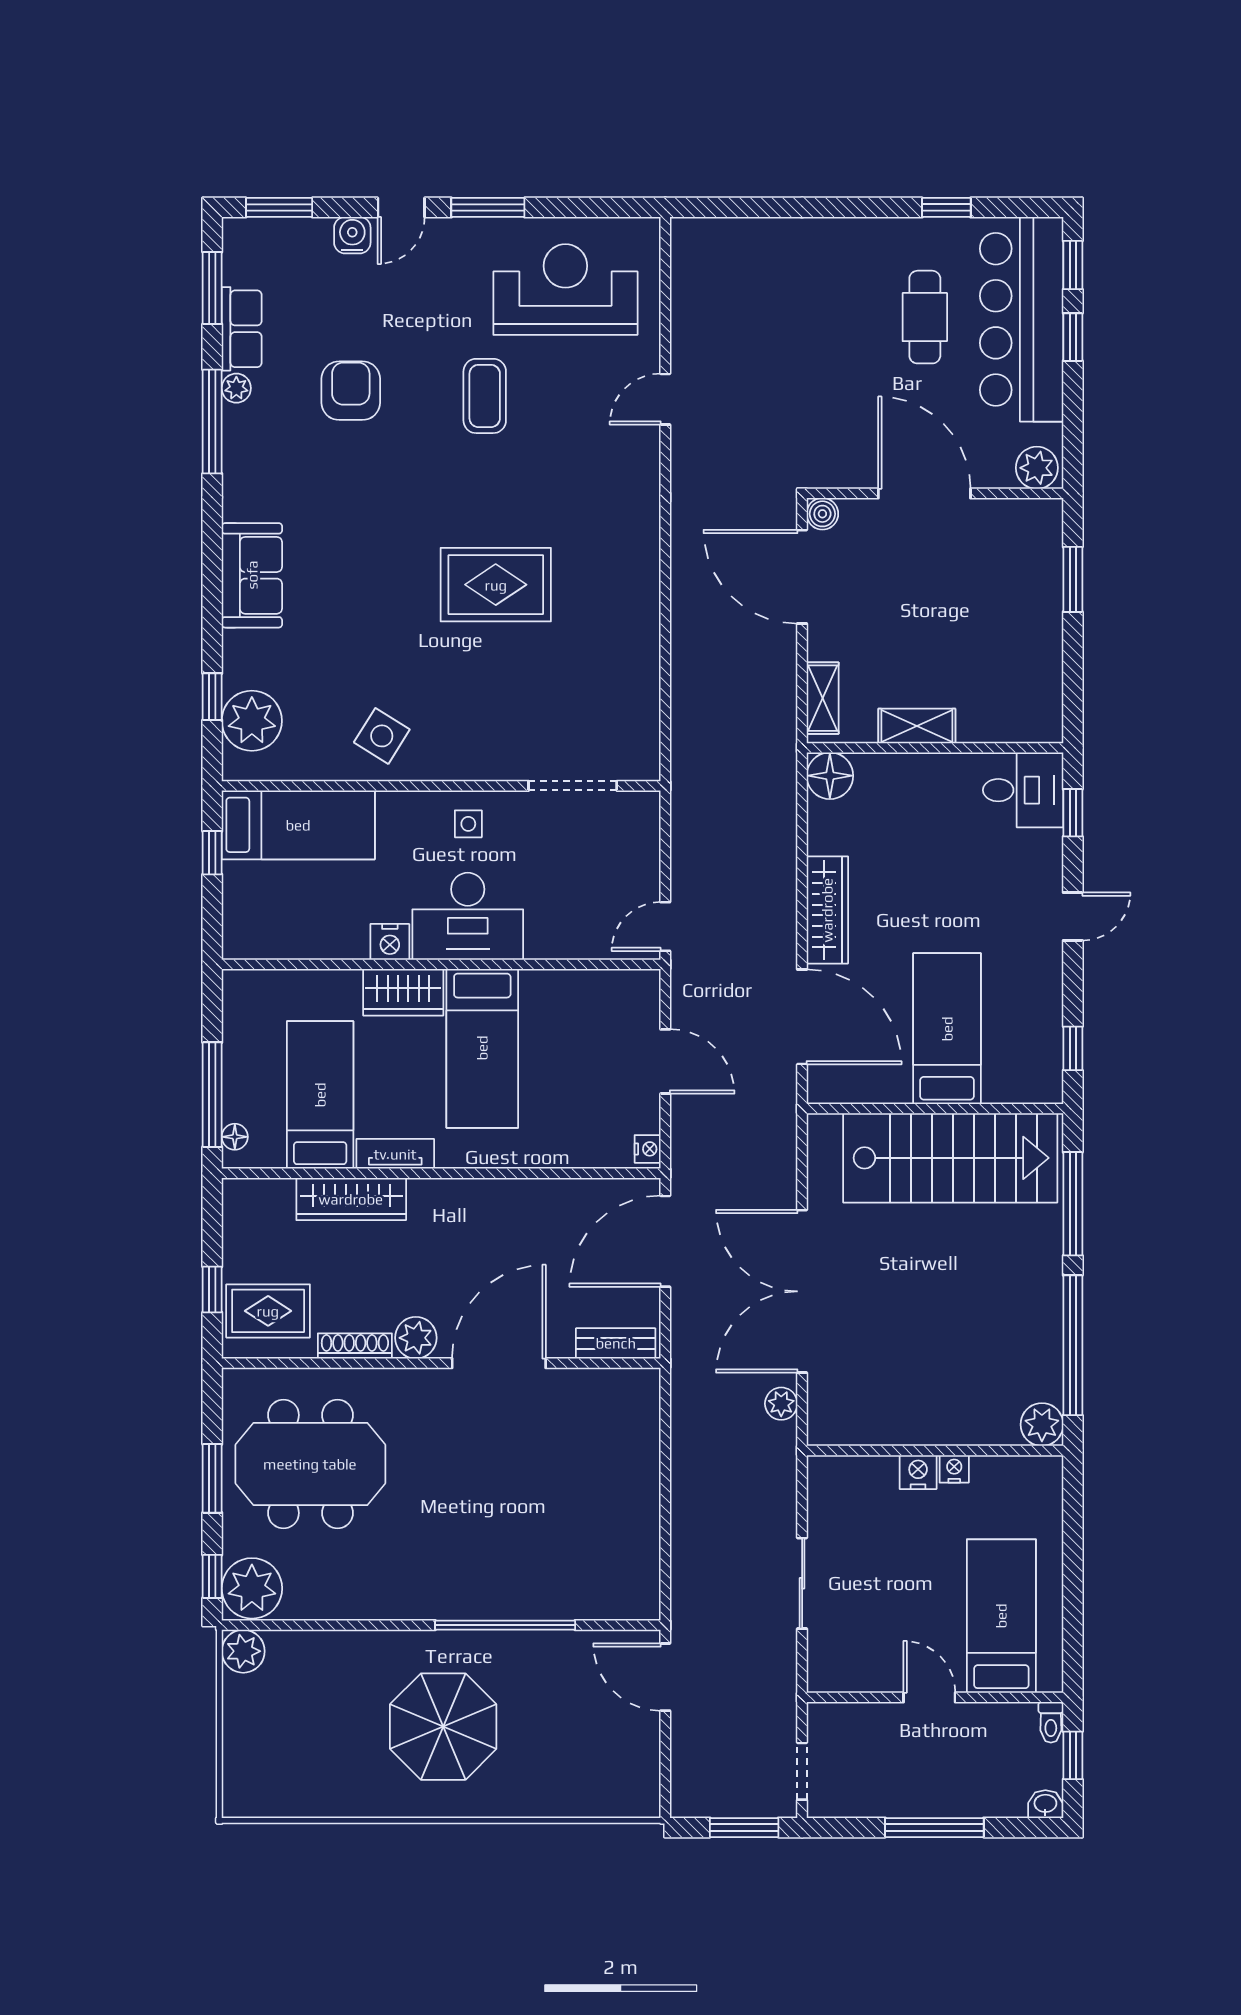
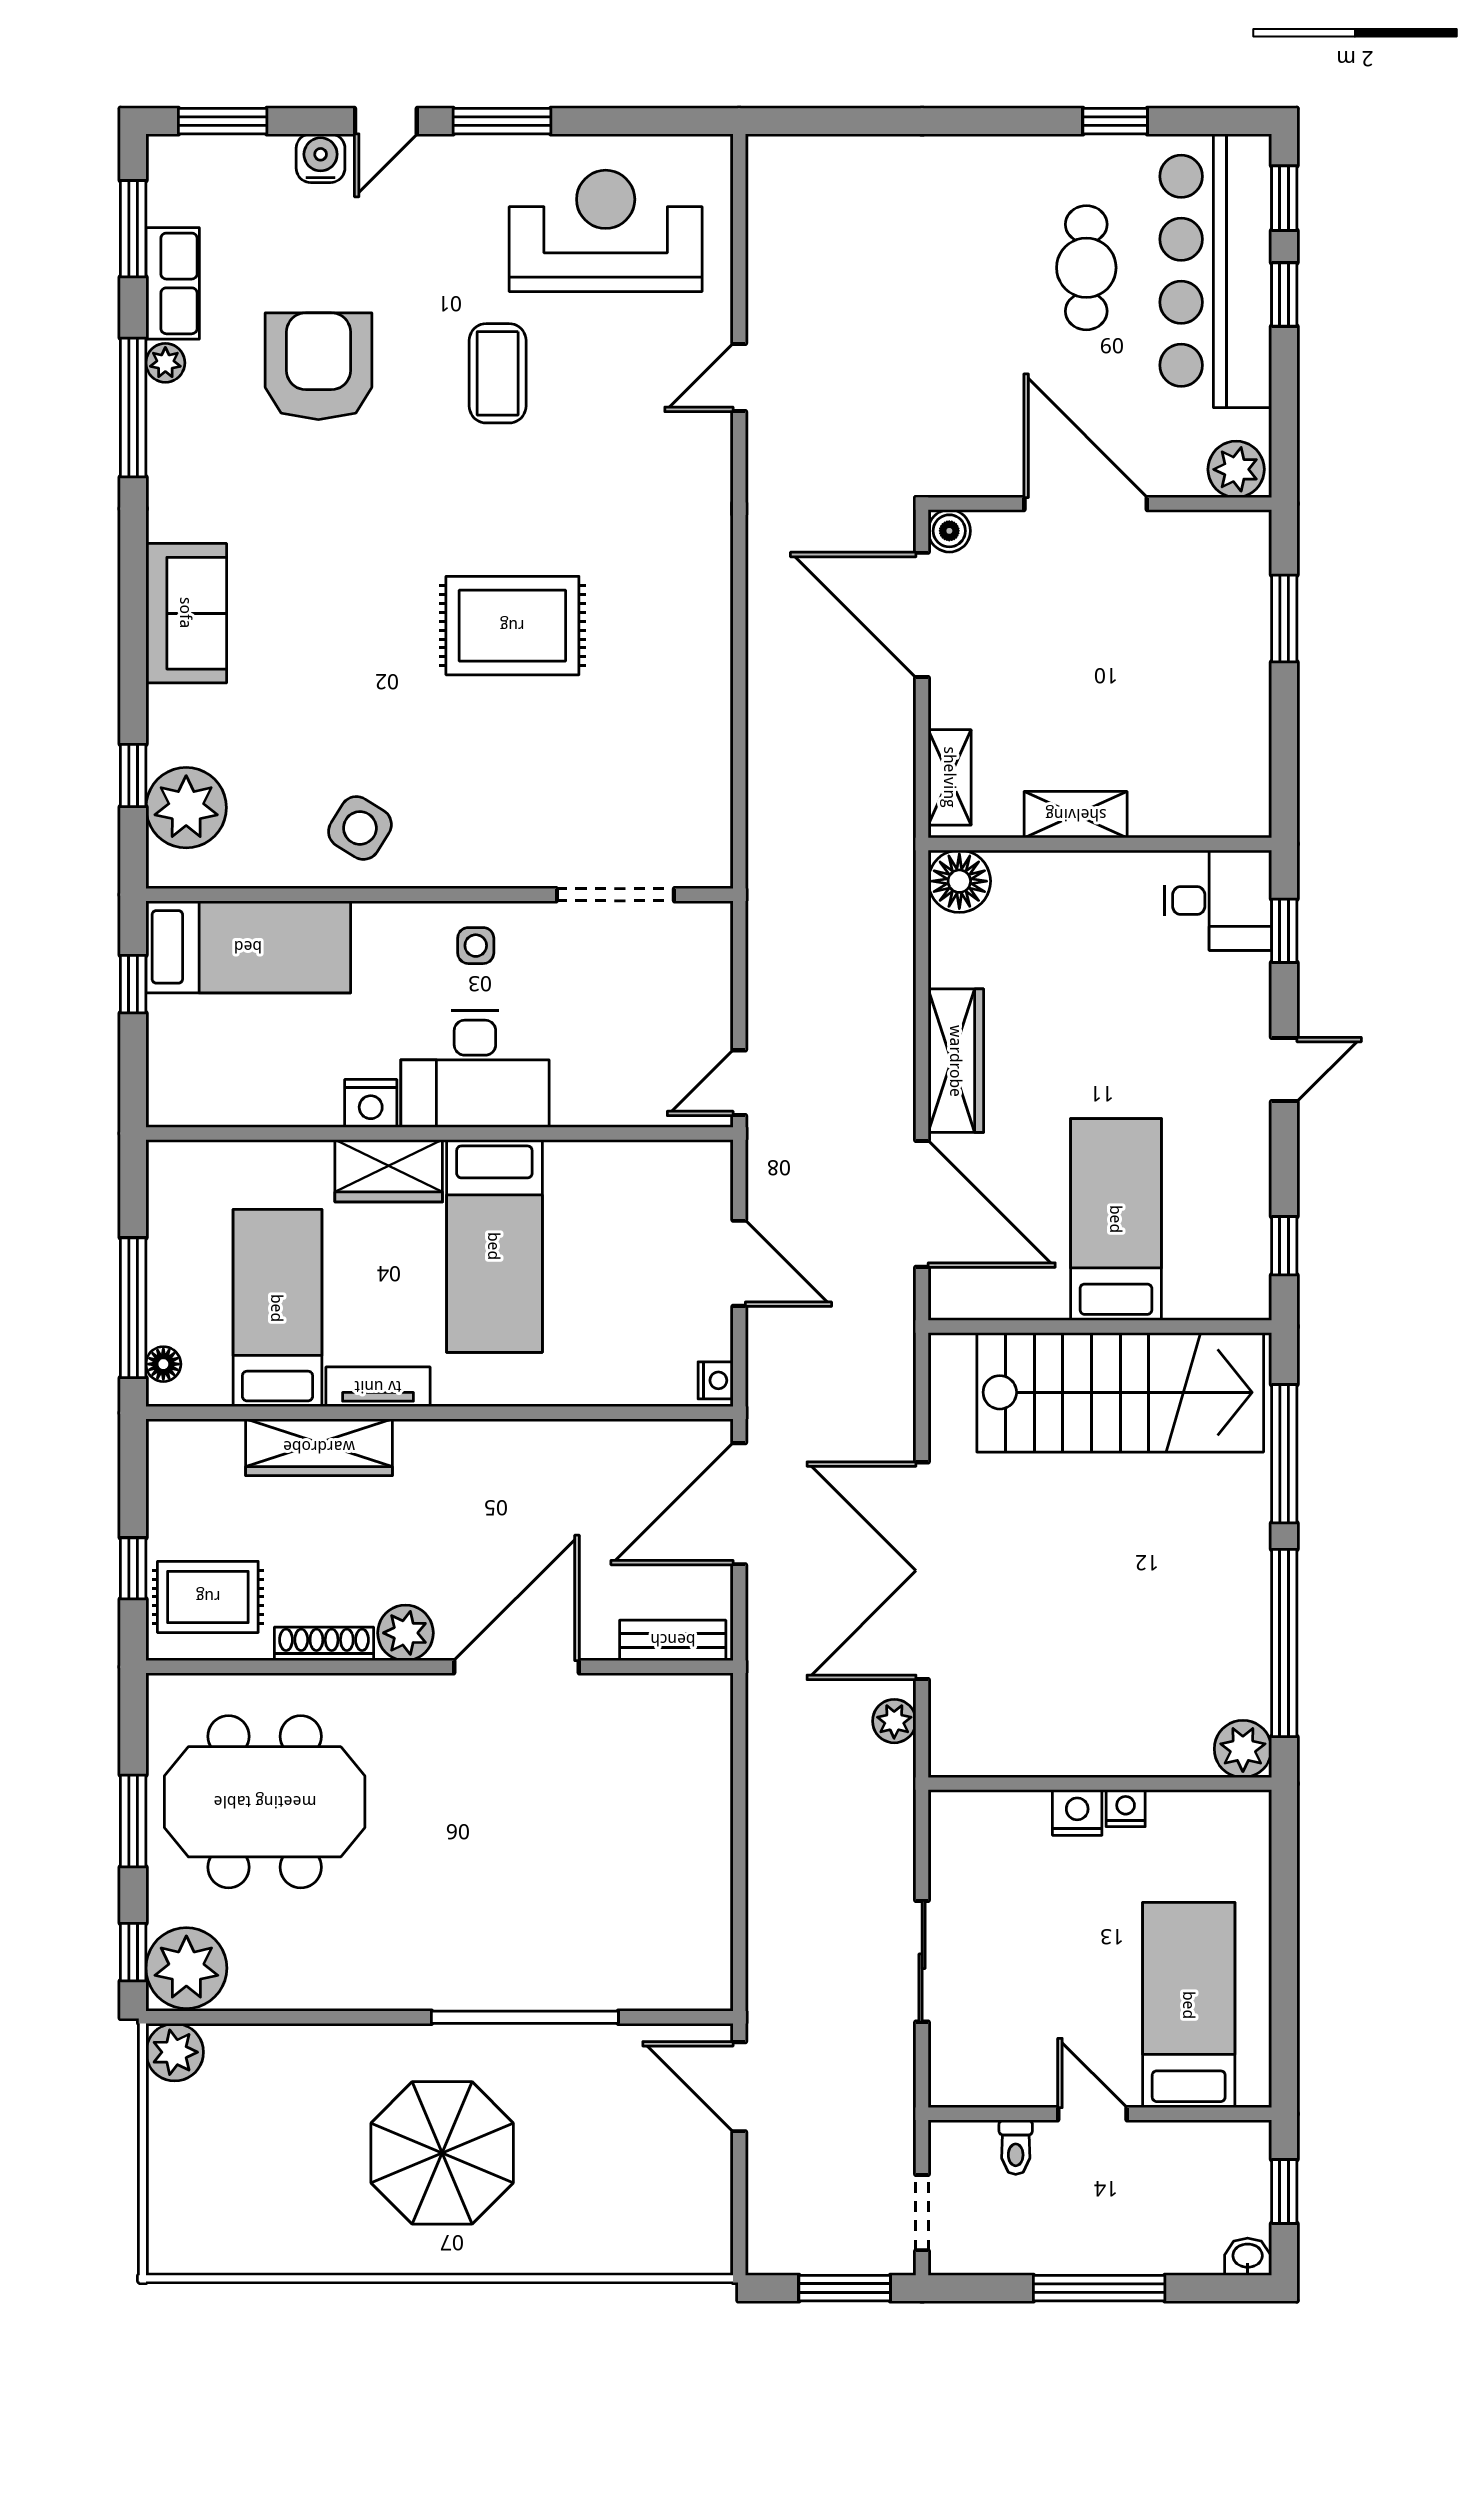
armchair: (351, 391) -> (318, 366), width x1.36, depth x1.36
toilet: (1051, 1722) -> (1016, 2147), moved

